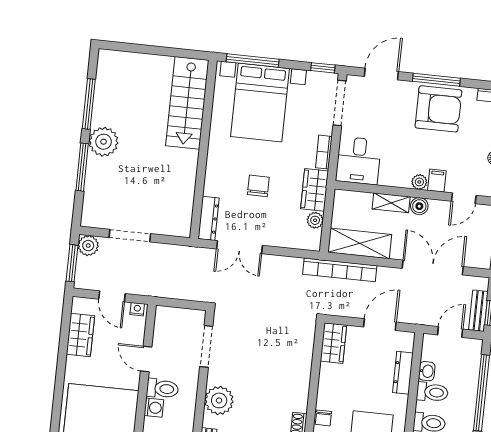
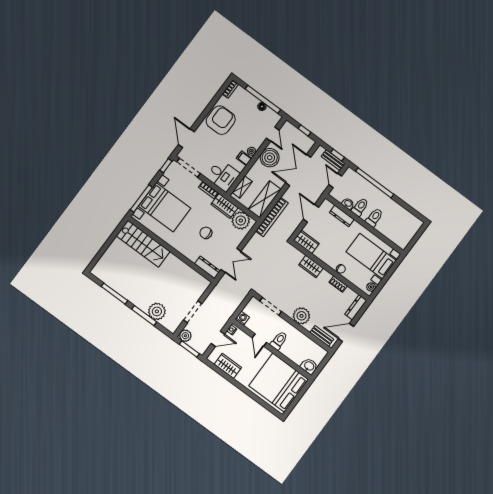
window: (436, 80) -> (206, 113), removed
plant: (104, 142) -> (157, 311), moved
filing cabinet: (437, 181) -> (244, 158), moved
shelving: (391, 203) -> (242, 187), moved
boiler: (419, 206) -> (270, 158), width x1.86, depth x1.86
plant: (315, 220) -> (241, 220), width x1.88, depth x1.88
door: (146, 359) -> (259, 340), hinge flipped
wardrobe: (301, 371) -> (311, 267), added
washing machine: (154, 408) -> (242, 318), moved

